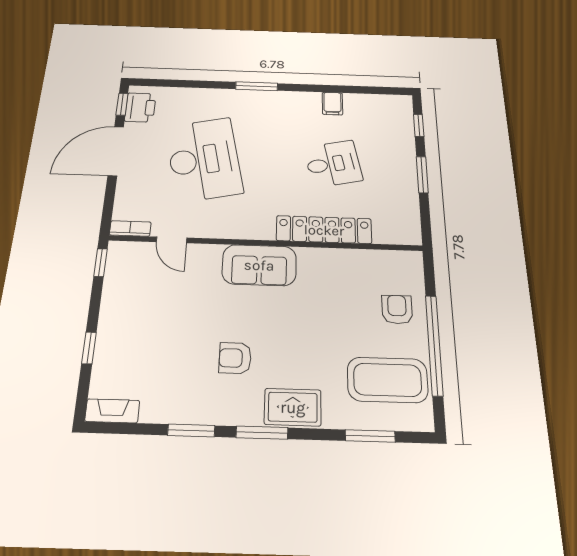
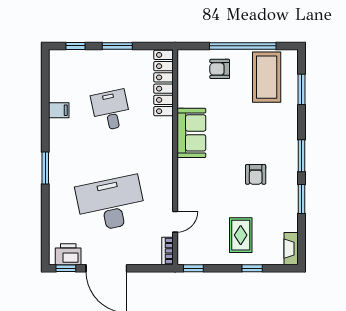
locker: (324, 230) -> (163, 83), moved
sofa: (259, 265) -> (191, 133), moved
rug: (293, 407) -> (241, 235), moved

